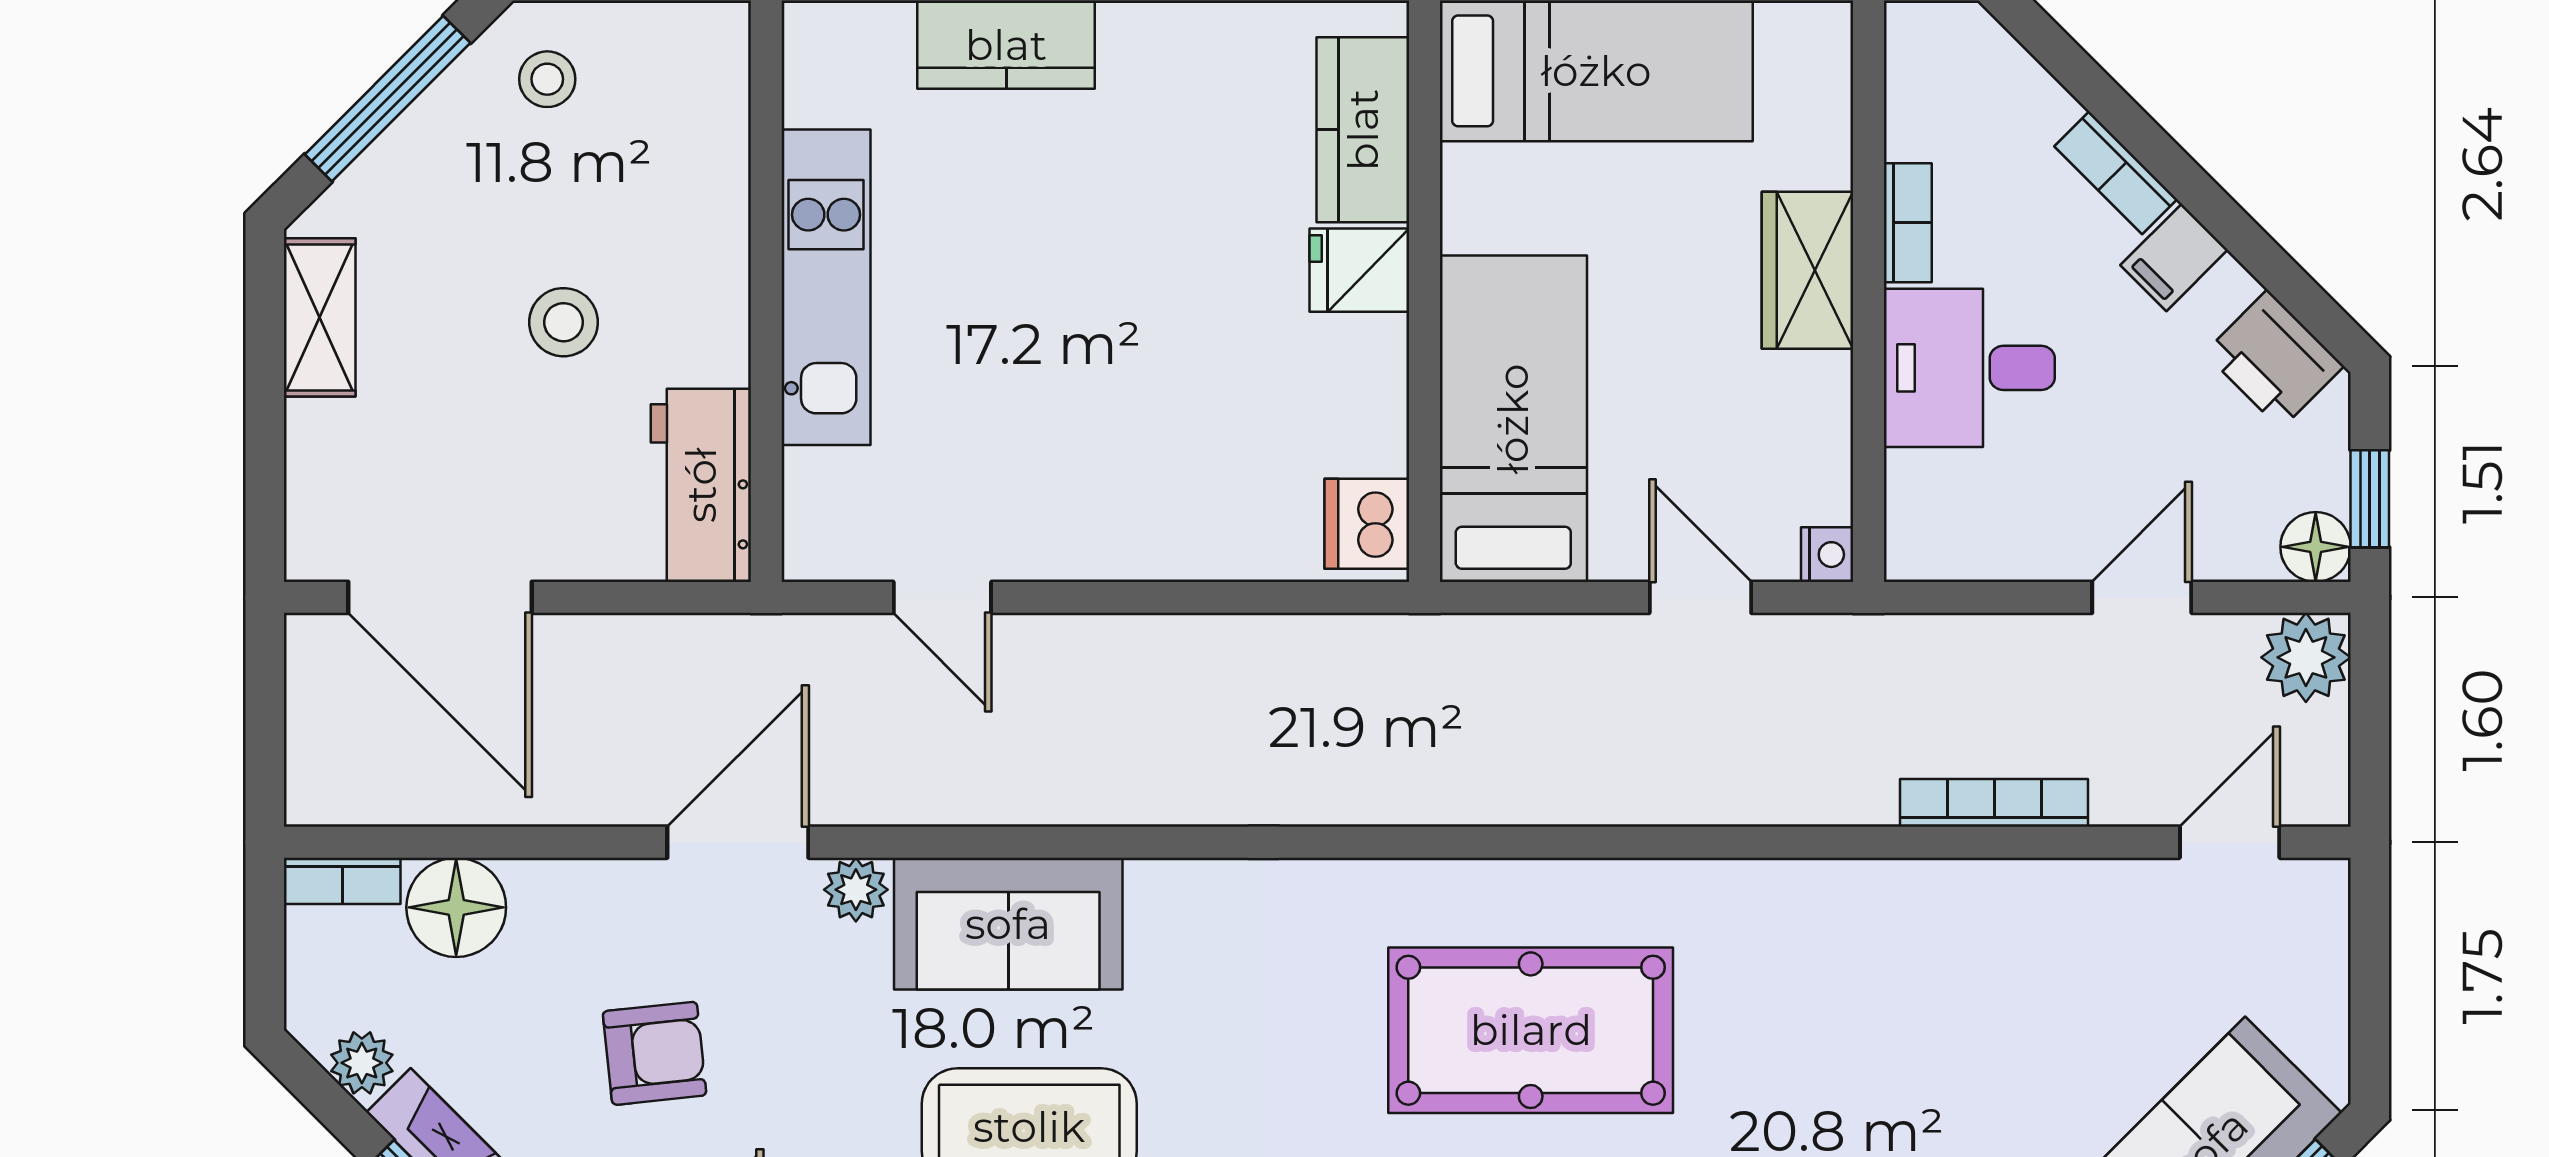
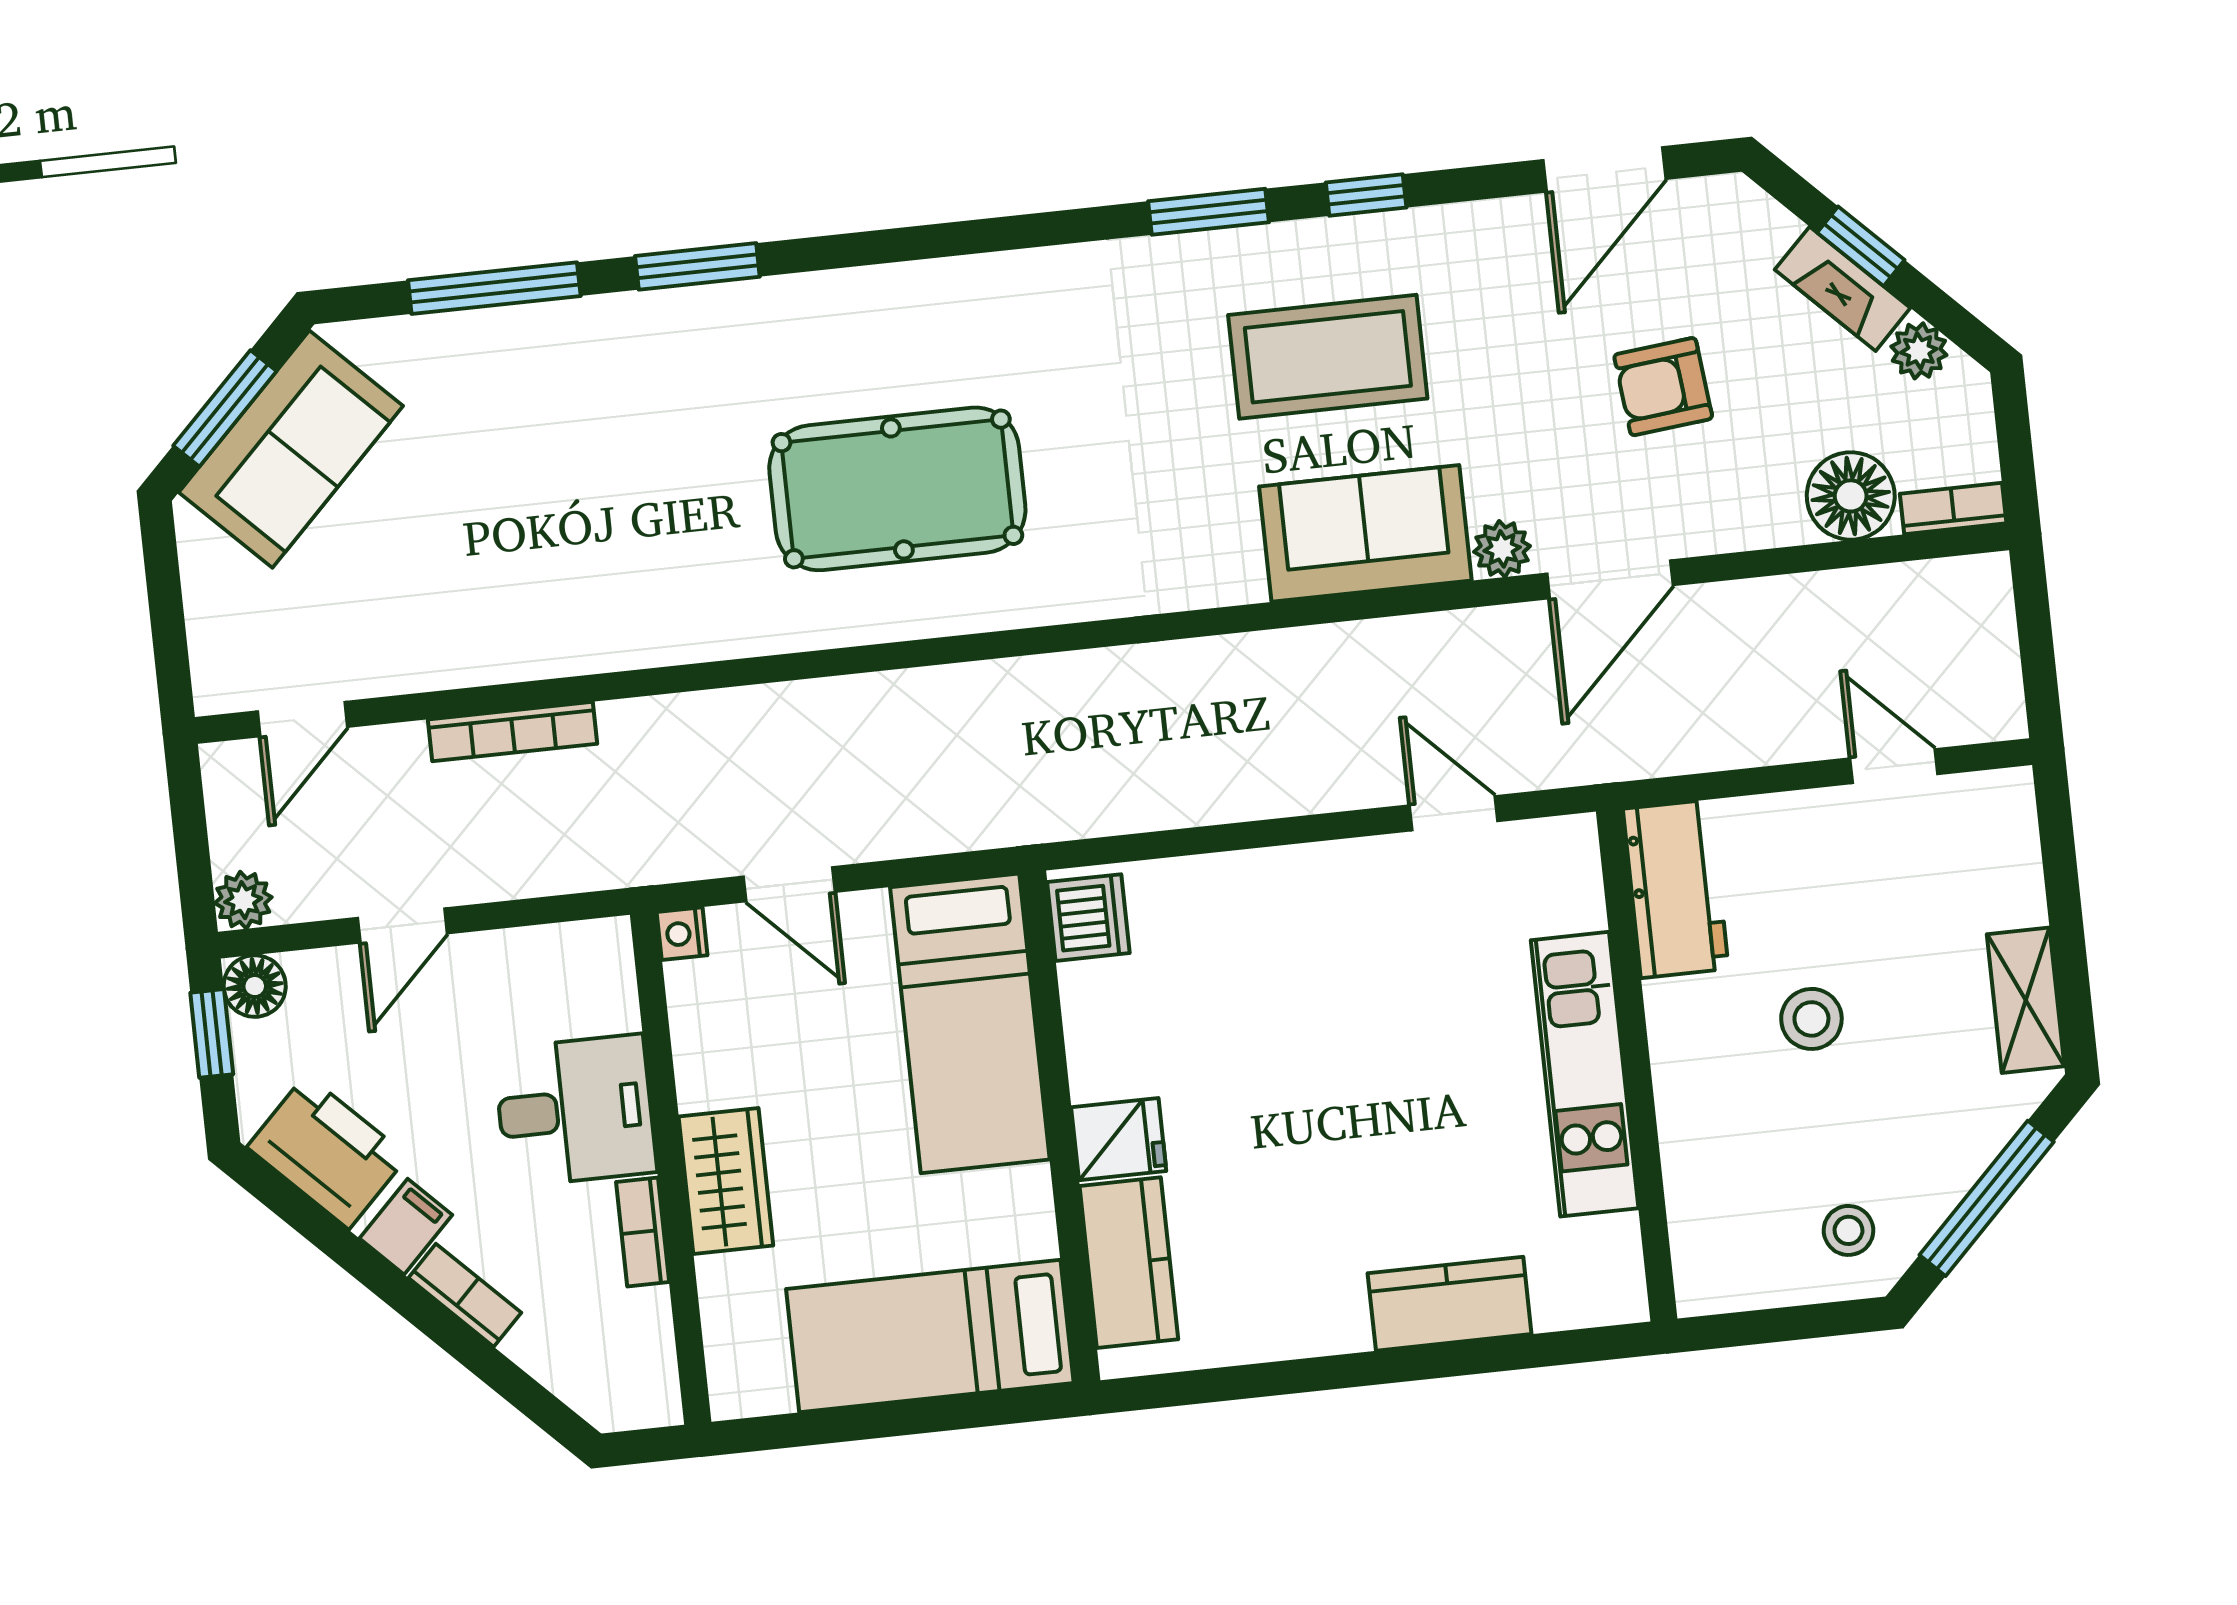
printer: (2274, 359) -> (327, 1152), width x1.37, depth x1.19
door: (440, 597) -> (1894, 766), width x0.53
plant: (2306, 657) -> (243, 900), width x0.73, depth x0.73

